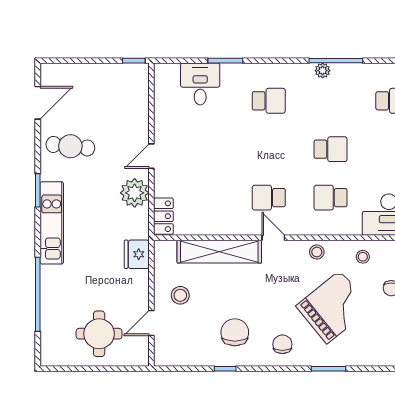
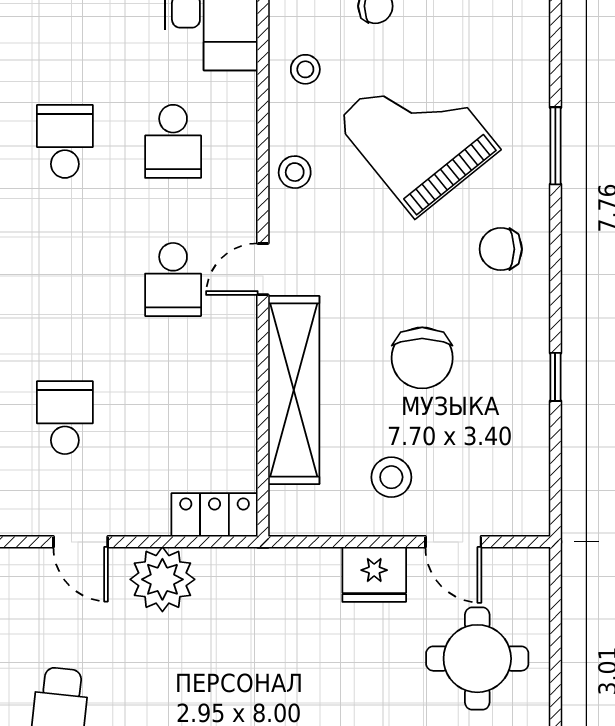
school desk: (207, 149) -> (65, 418), added
fridge: (137, 254) -> (374, 574), moved
chair: (235, 332) -> (422, 358), moved, turned -90

